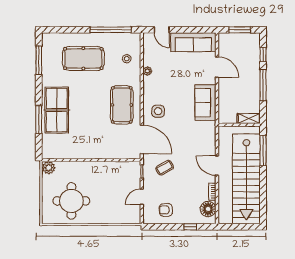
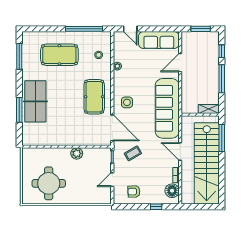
door: (217, 67) -> (180, 63), swing flipped
sofa: (205, 103) -> (167, 108), width x1.85, depth x1.27
plant: (49, 168) -> (77, 153), moved

